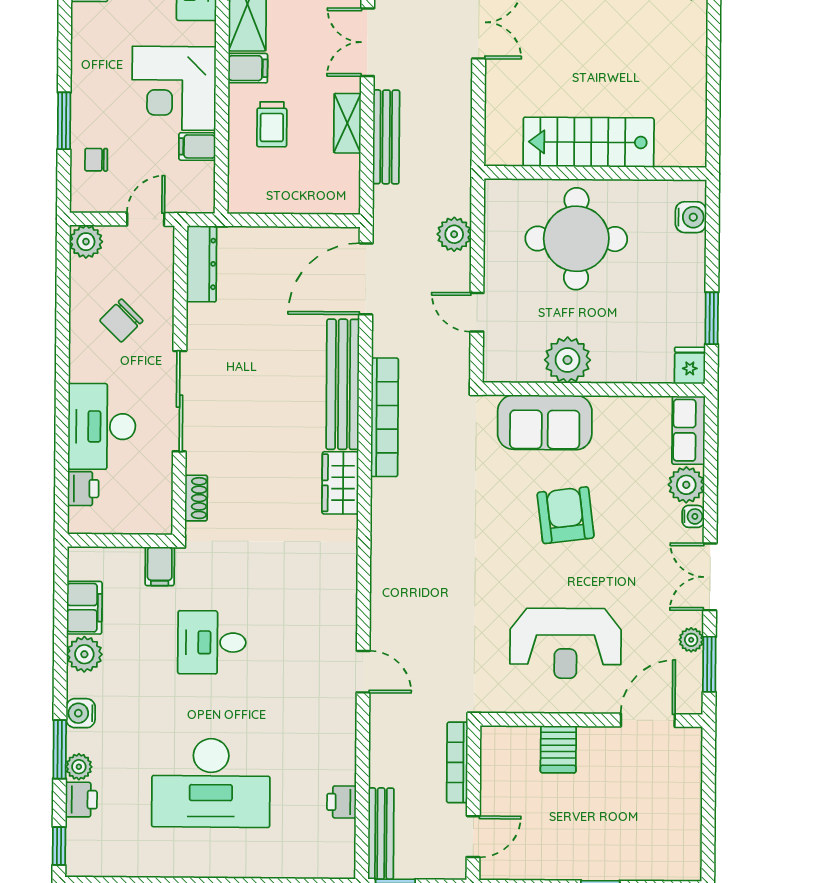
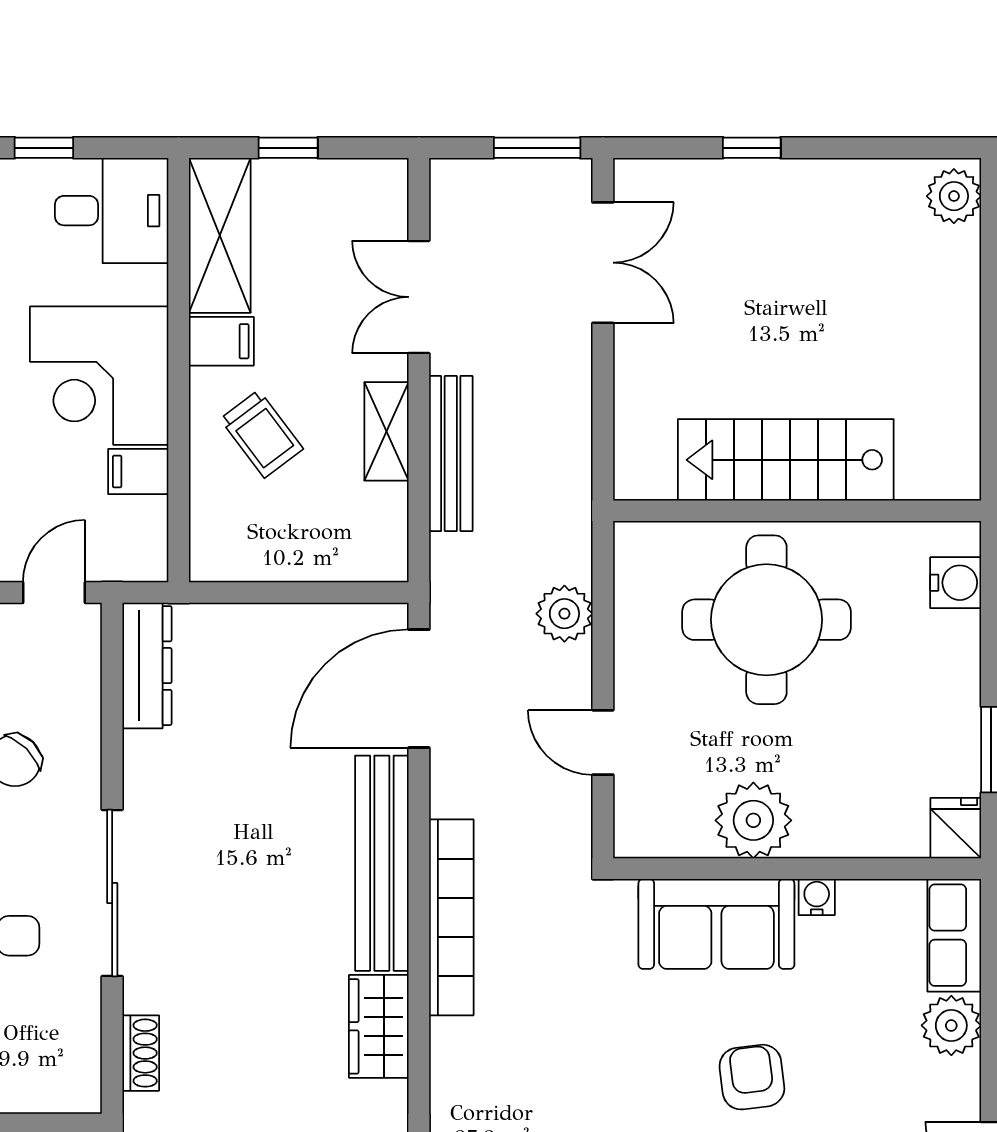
trolley: (272, 124) -> (262, 434), turned -37
armchair: (566, 515) -> (752, 1077), width x0.72, depth x0.72
water cooler: (693, 516) -> (817, 897), moved, turned -90

